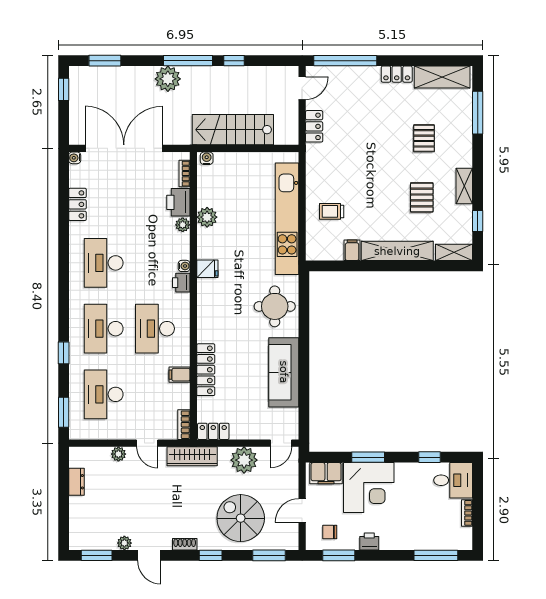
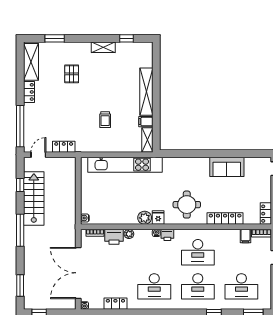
window: (234, 61) -> (20, 185), moved
plant: (168, 79) -> (32, 244), removed
door: (302, 88) -> (38, 155), hinge flipped
window: (478, 113) -> (55, 38), width x0.69
stairs: (233, 130) -> (34, 198), moved, turned 180
pallet: (424, 138) -> (72, 74), turned 90
pallet: (422, 197) -> (111, 75), removed
trolley: (332, 211) -> (105, 120), moved
plant: (207, 217) -> (145, 218), moved
shelving: (454, 252) -> (147, 140), moved
round table: (275, 306) -> (187, 205), moved
sofa: (284, 372) -> (227, 167), width x0.73
filing cabinet: (179, 375) -> (245, 236), moved

